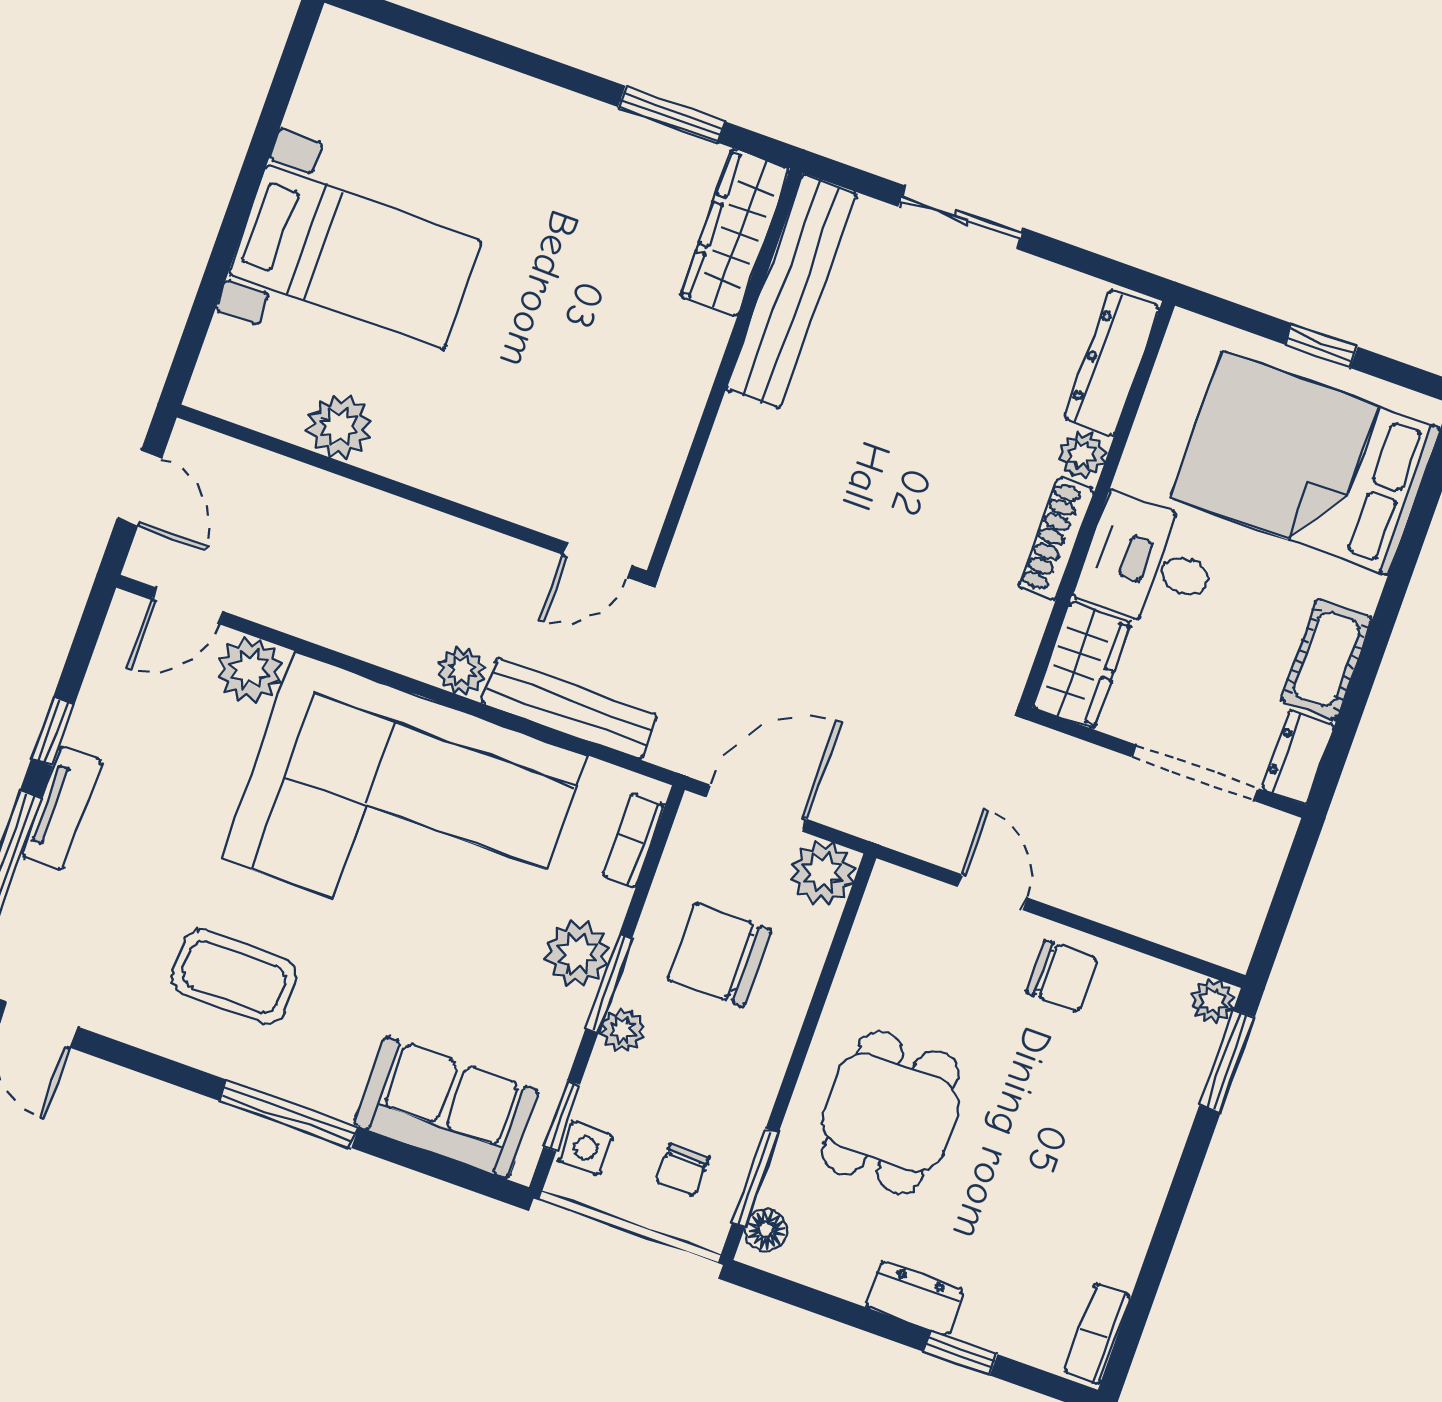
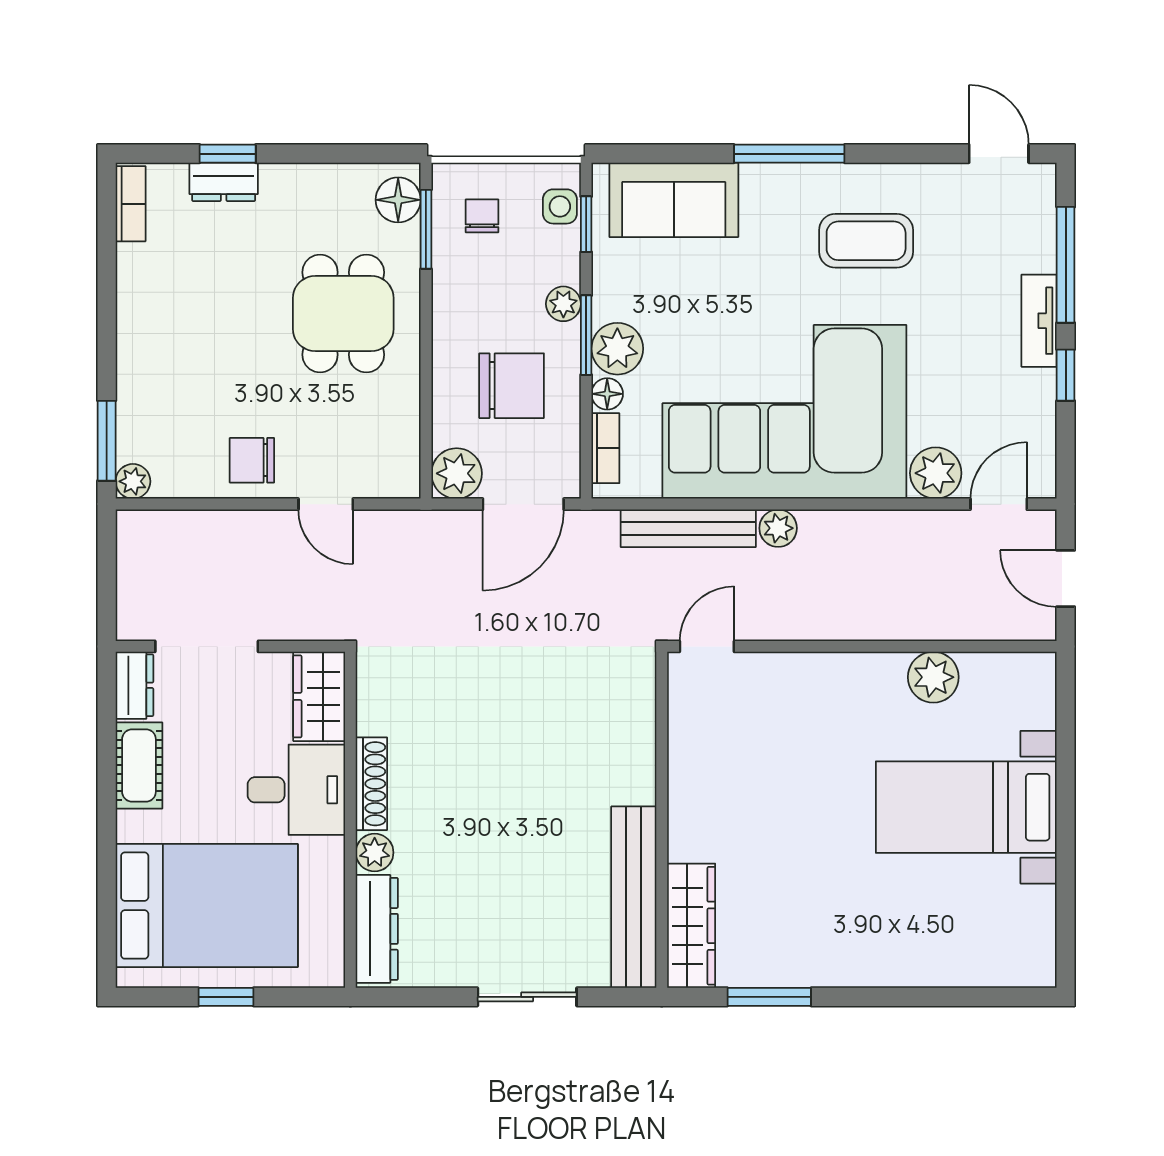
floor lamp: (609, 904) -> (607, 394), added
floor lamp: (766, 1230) -> (398, 200), width x1.37, depth x1.37
dresser: (914, 1299) -> (224, 182), moved

